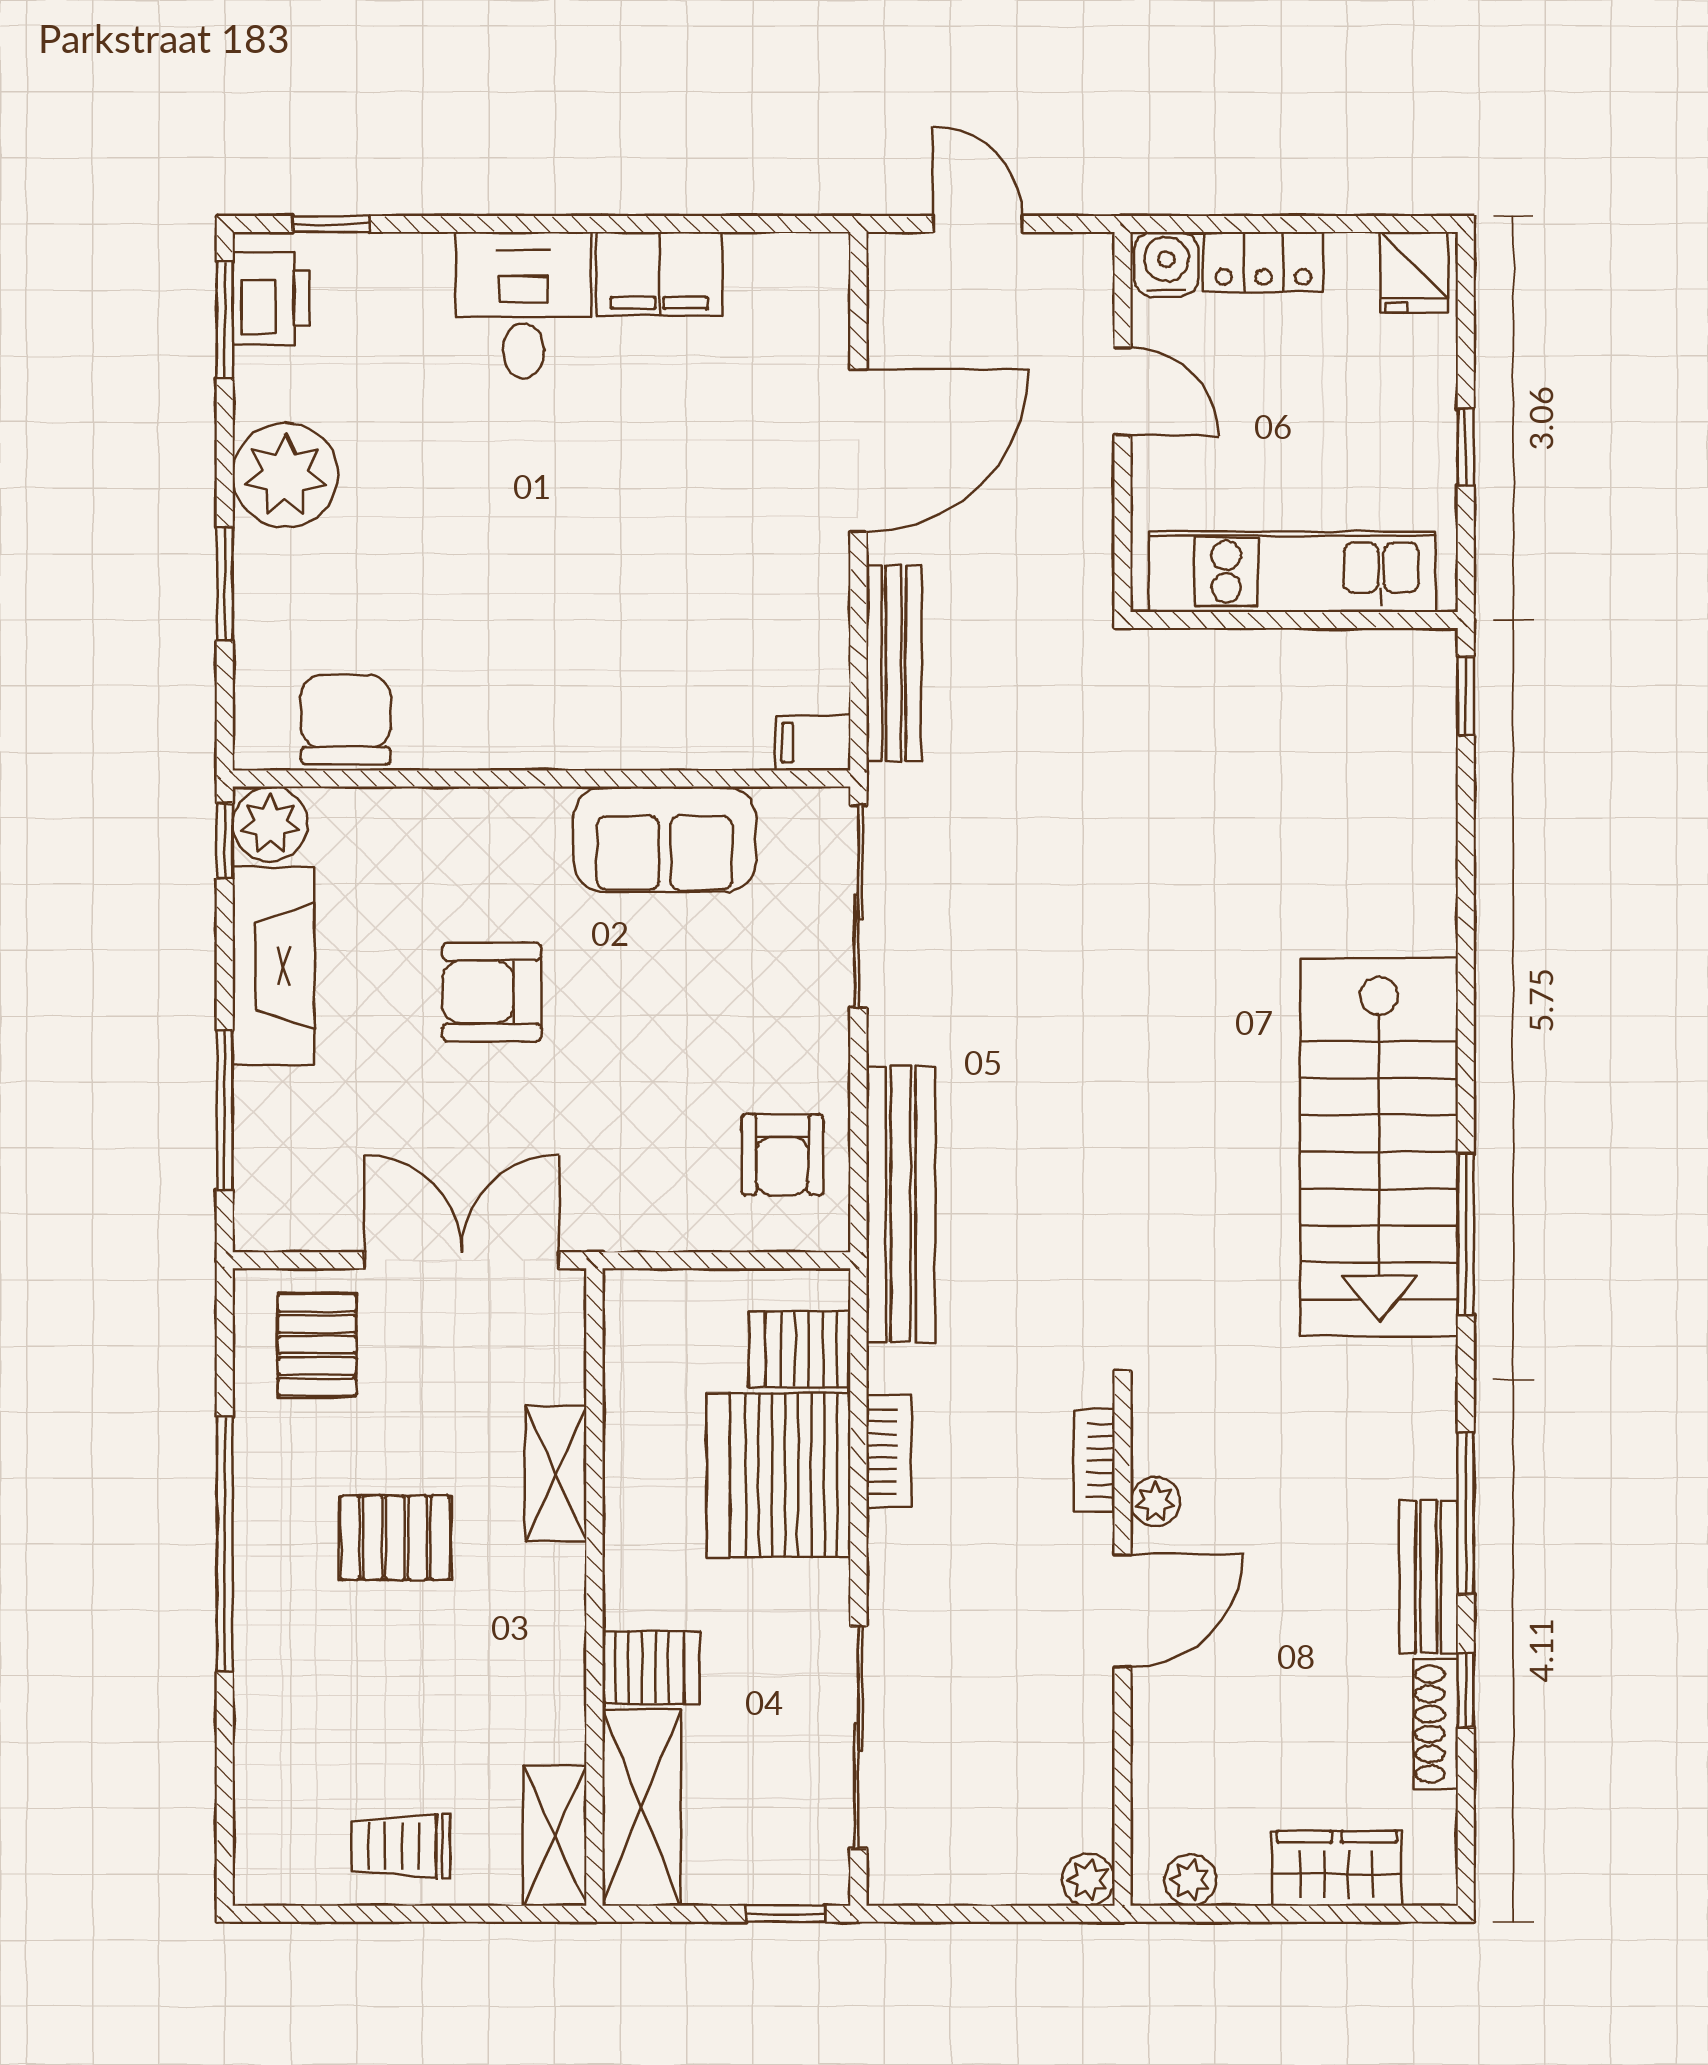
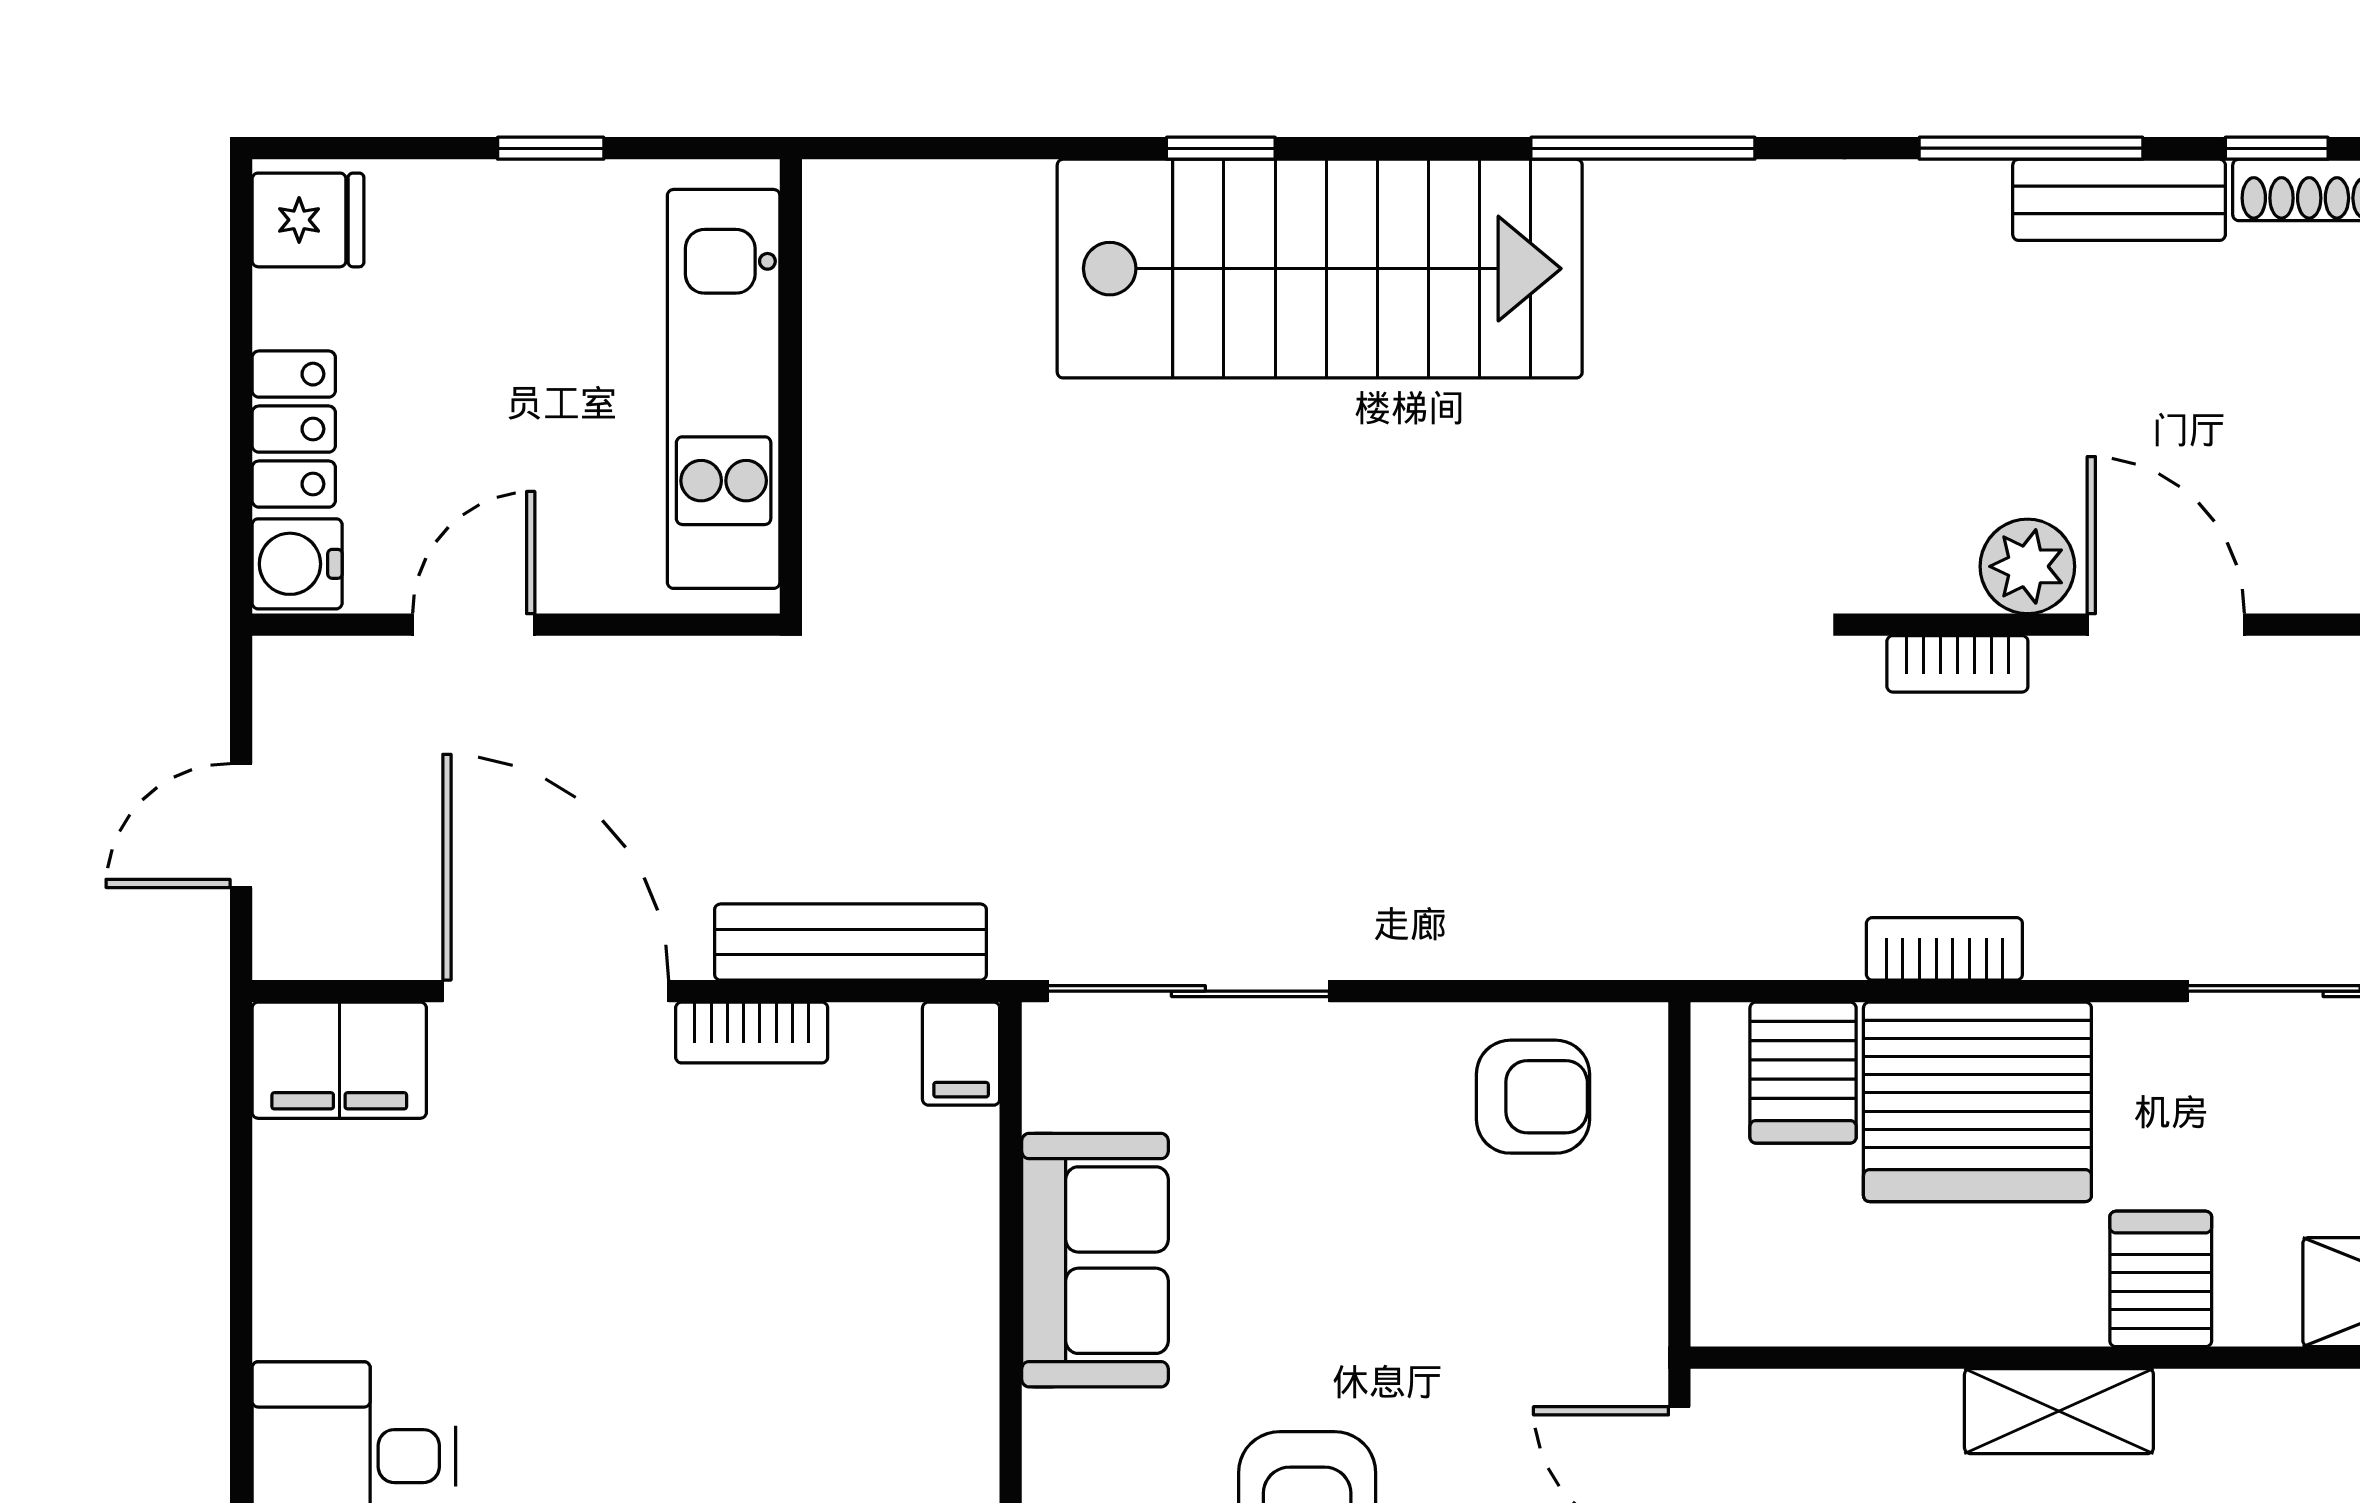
filing cabinet: (659, 274) -> (339, 1060), moved, turned 90
bookcase: (829, 592) -> (752, 1033), added
window: (1466, 696) -> (1221, 148), moved
stairs: (1379, 1147) -> (1320, 269), moved
bench: (901, 1204) -> (1602, 932), removed
shelving: (556, 1474) -> (2059, 1411), moved
plant: (1155, 1502) -> (2027, 566), width x1.38, depth x1.38
server rack: (651, 1667) -> (2161, 1279), moved

